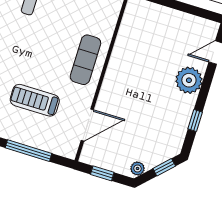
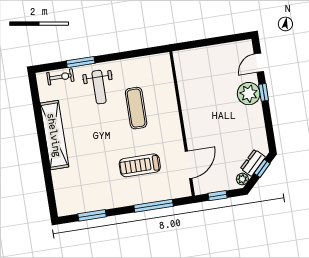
exercise mat: (85, 60) -> (136, 108), moved
window: (195, 121) -> (264, 92), moved
dresser: (157, 157) -> (253, 163), added

